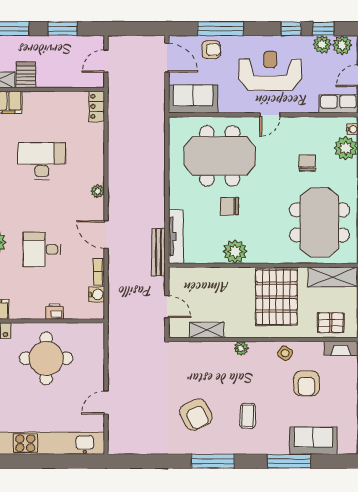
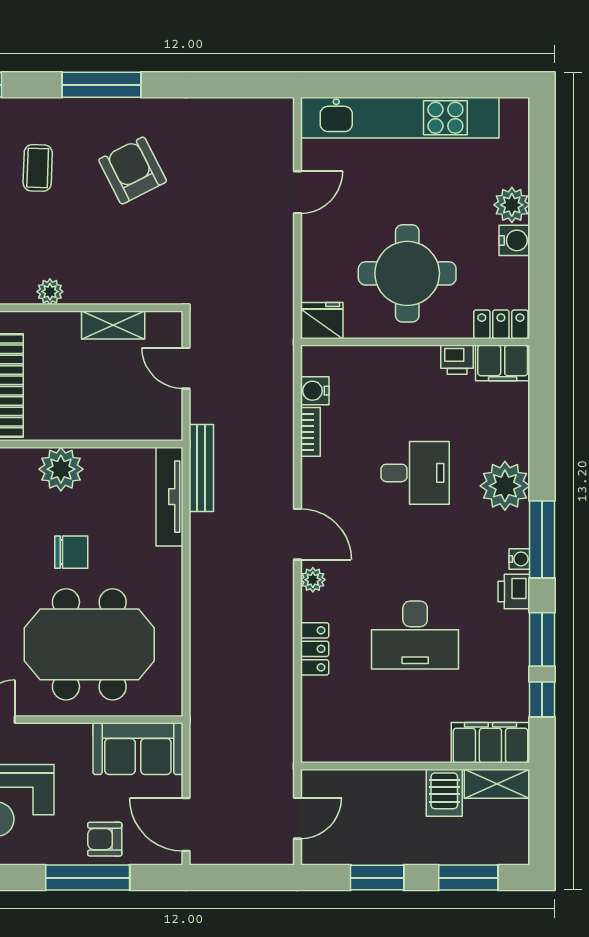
locker: (97, 106) -> (315, 649), moved
door: (106, 235) -> (297, 534), moved
printer: (55, 311) -> (457, 360), moved
fridge: (93, 333) -> (322, 321), added

